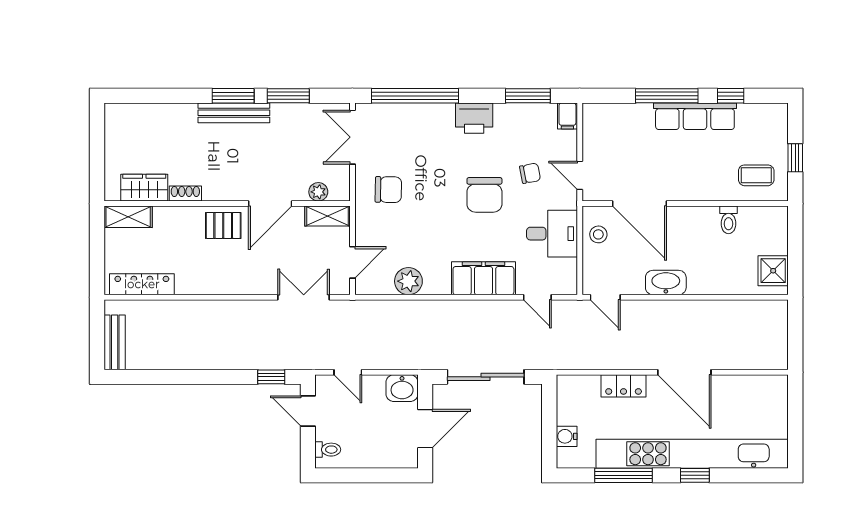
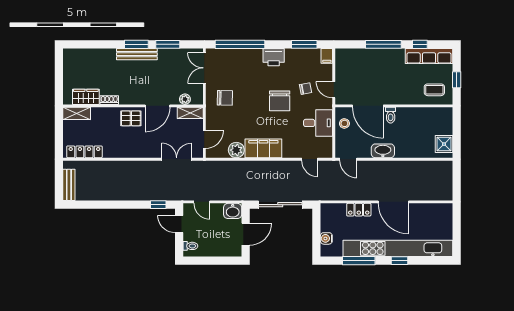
row of seats: (695, 116) -> (429, 56), moved
toilet: (728, 220) -> (391, 115), moved
filing cabinet: (483, 278) -> (263, 148), moved

